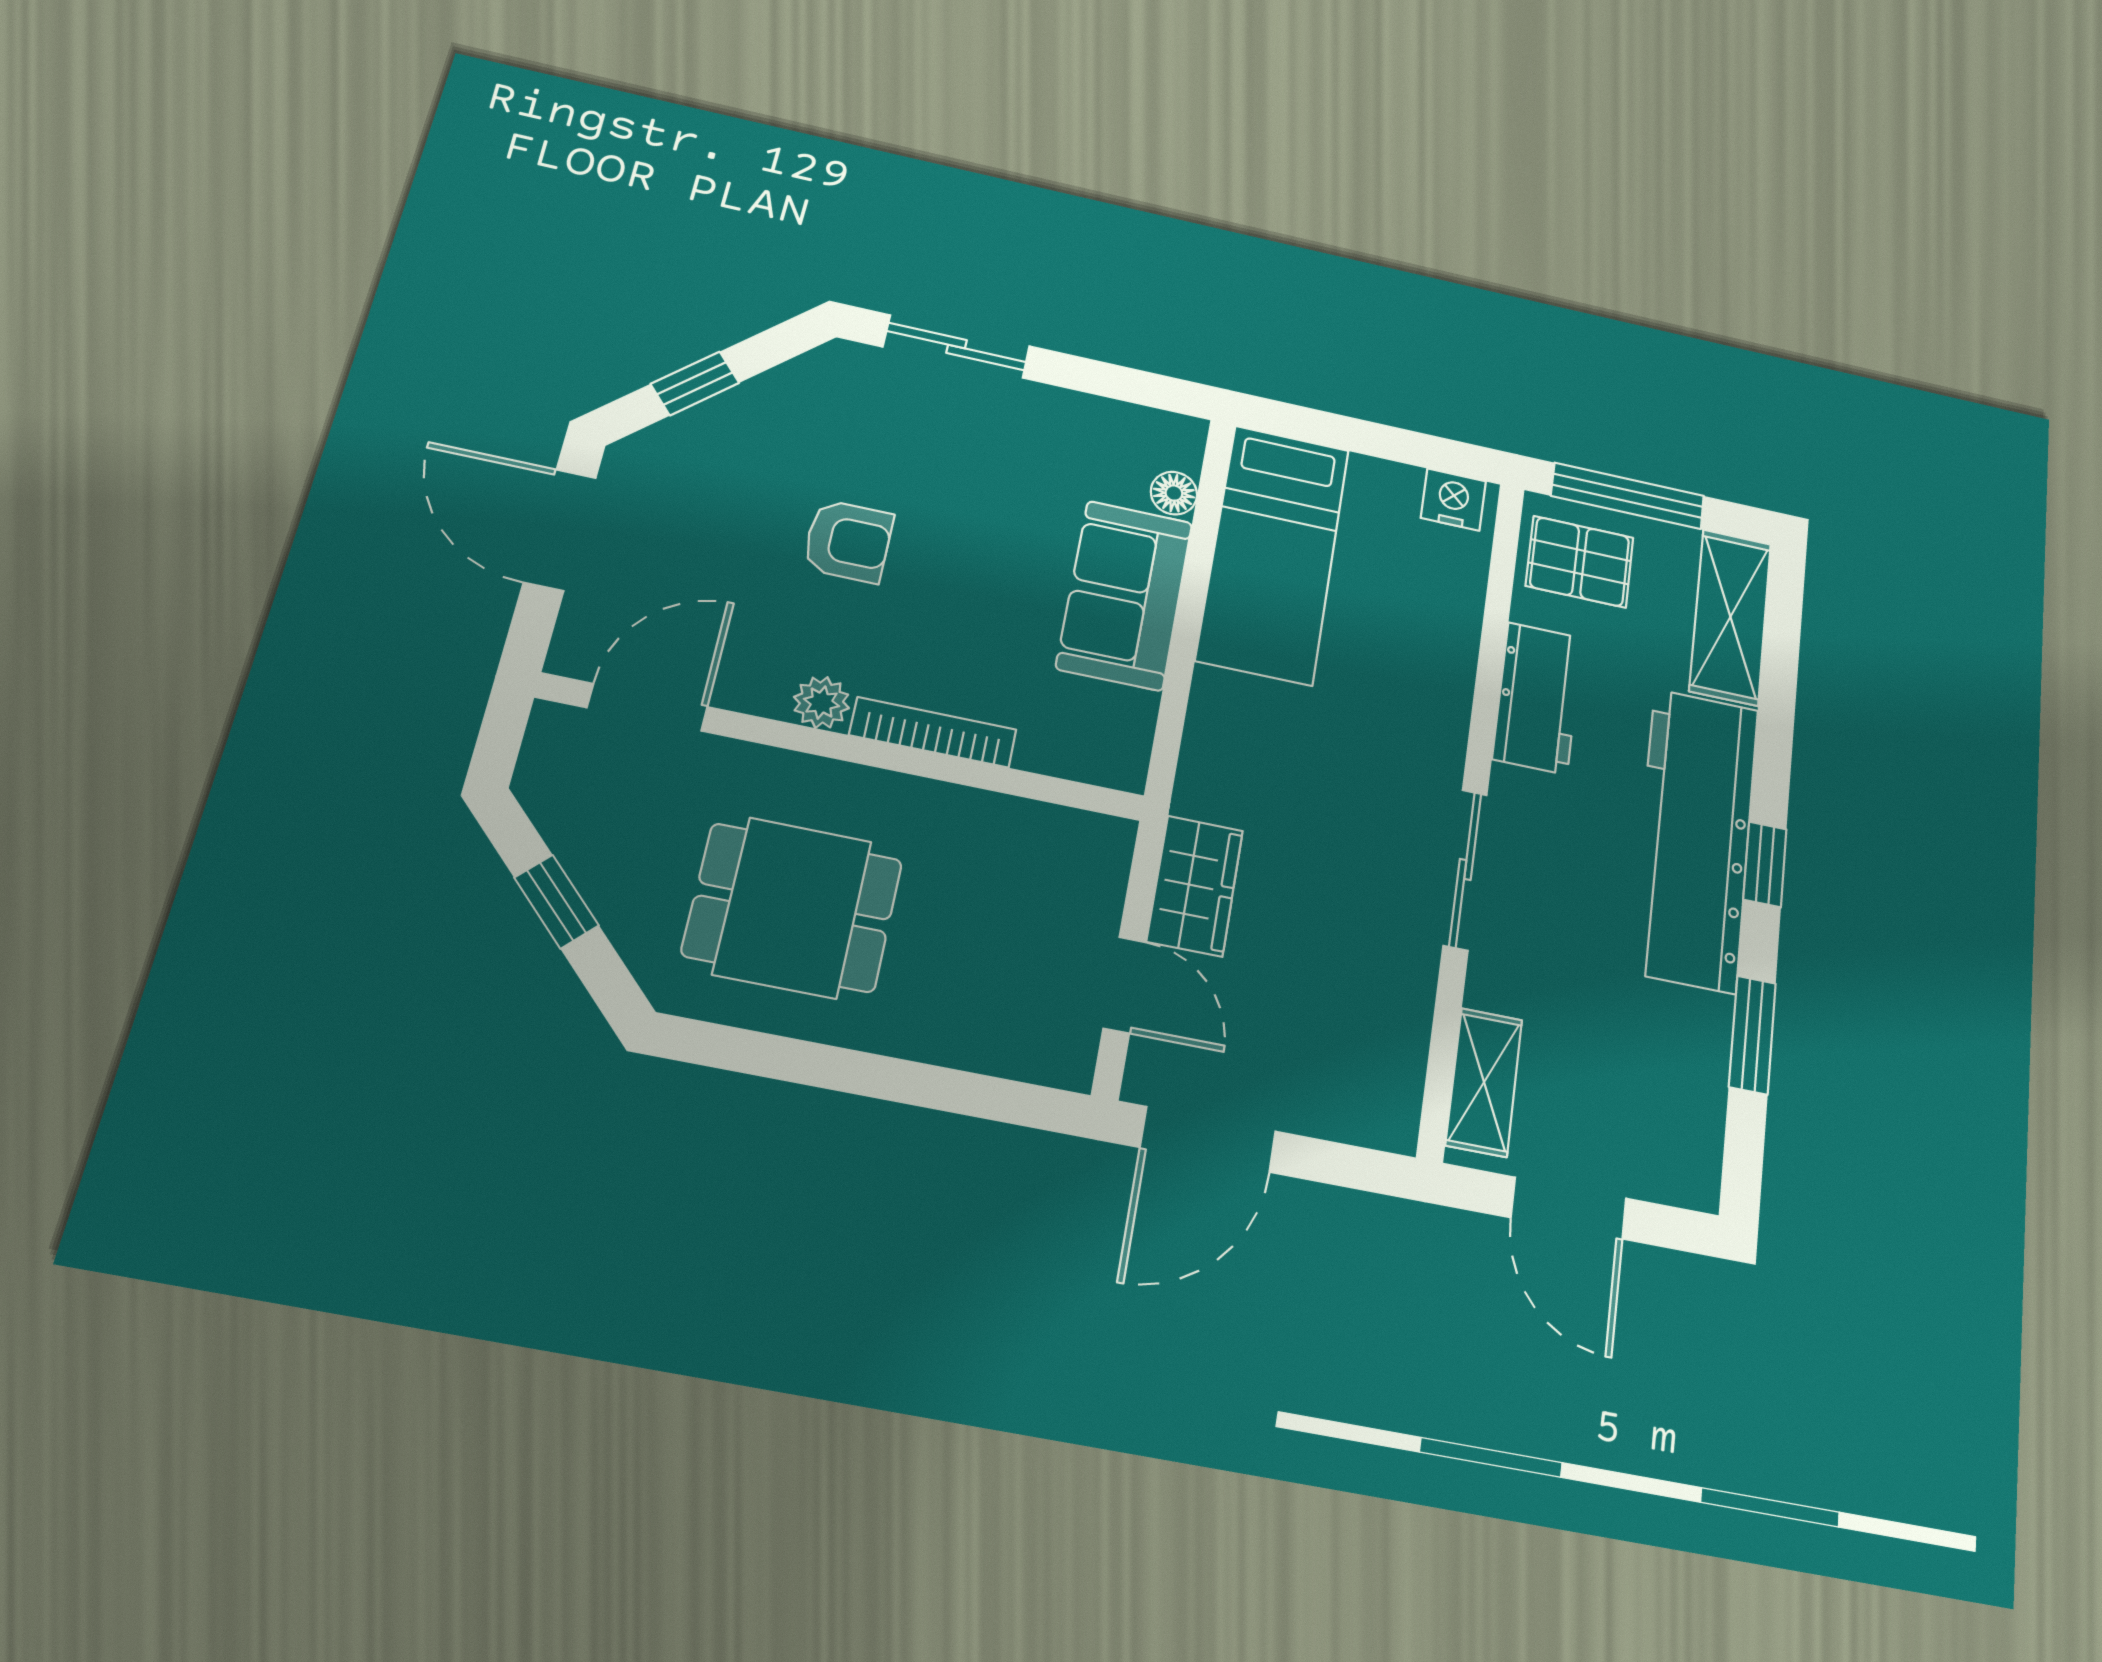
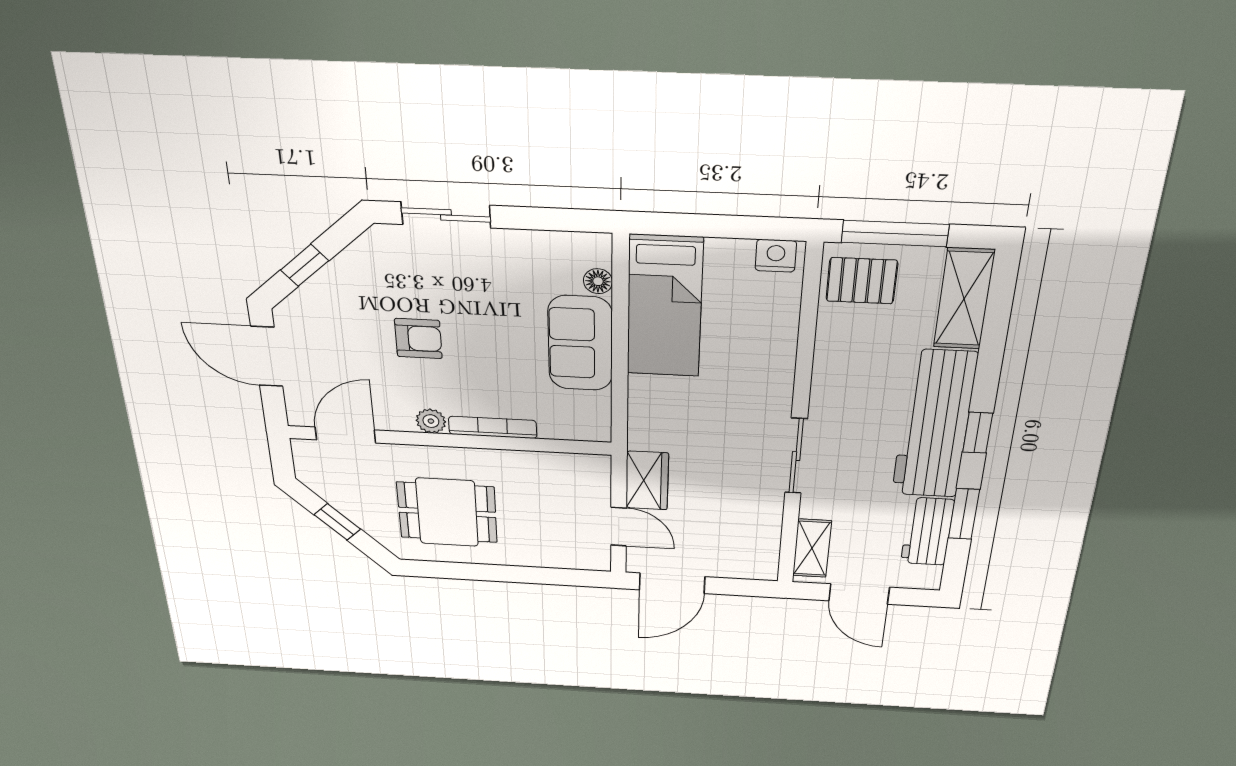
workbench: (1537, 698) -> (927, 532), moved, turned 180

